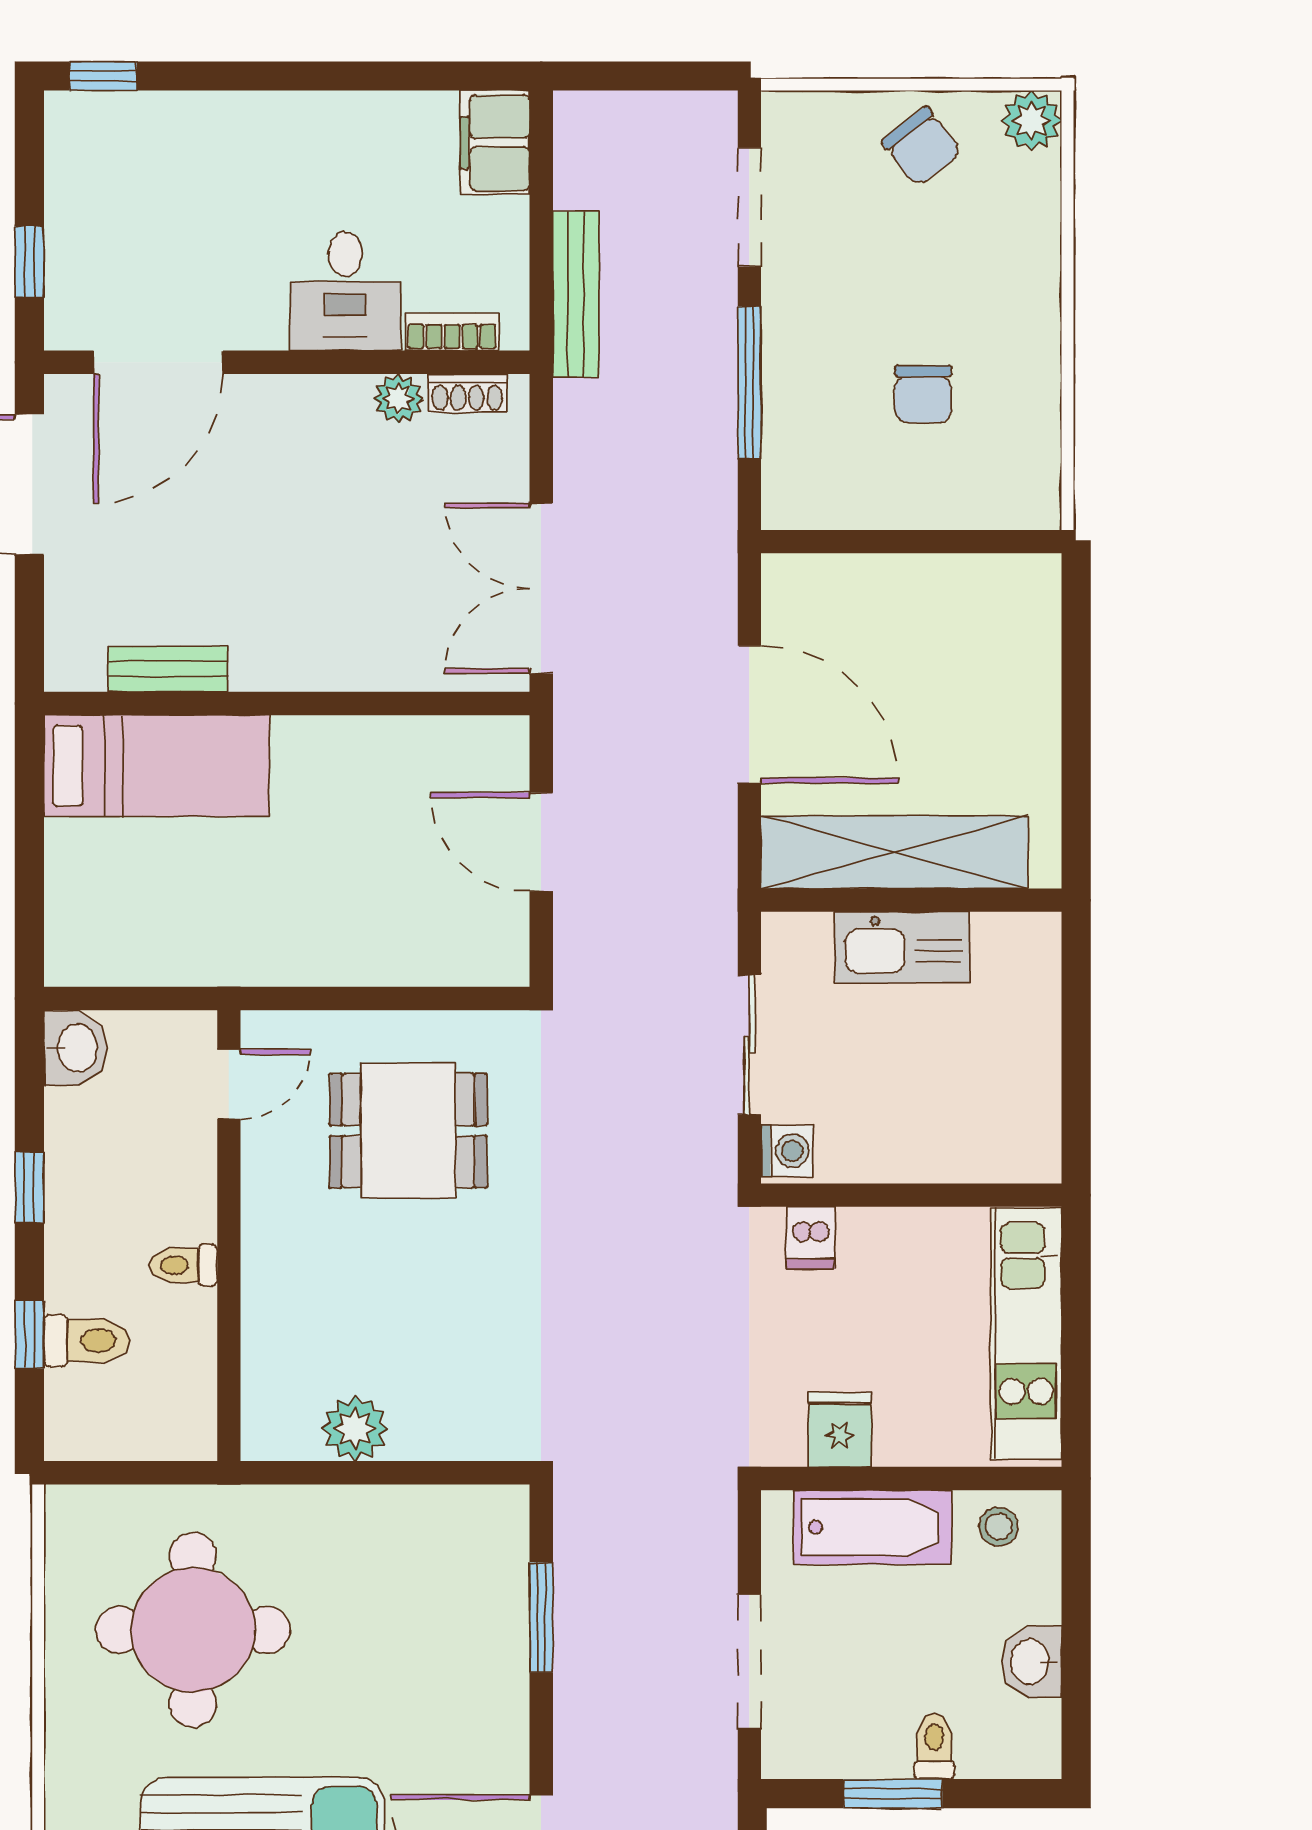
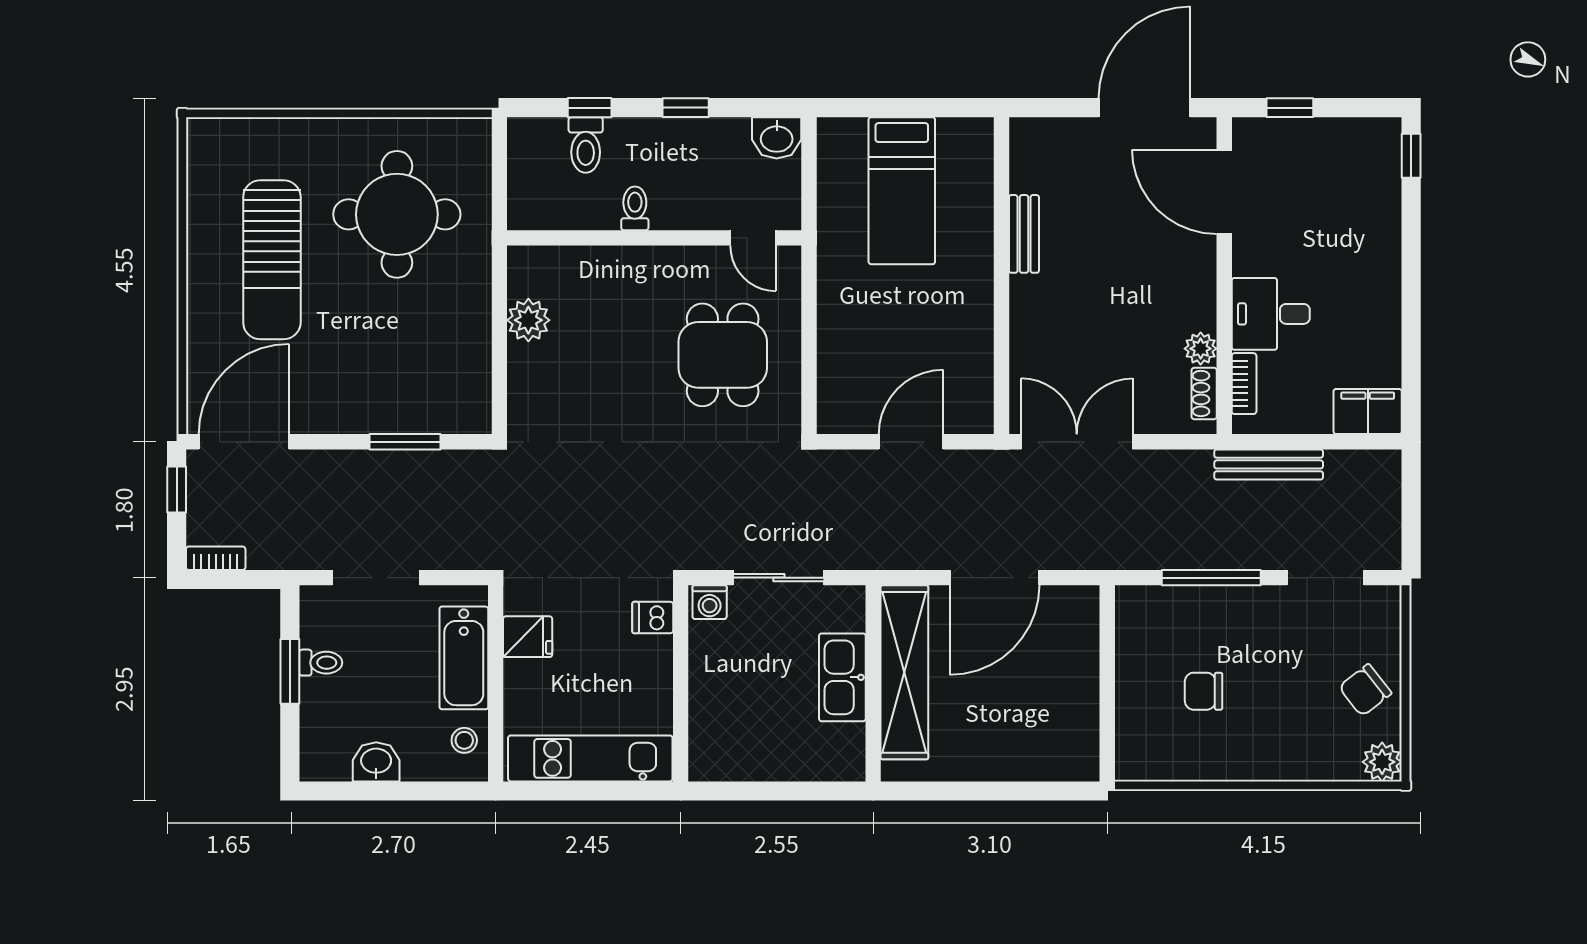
bench: (168, 669) -> (1024, 234), moved
bed: (157, 766) -> (902, 191), moved
toilet: (934, 1746) -> (321, 663), moved

